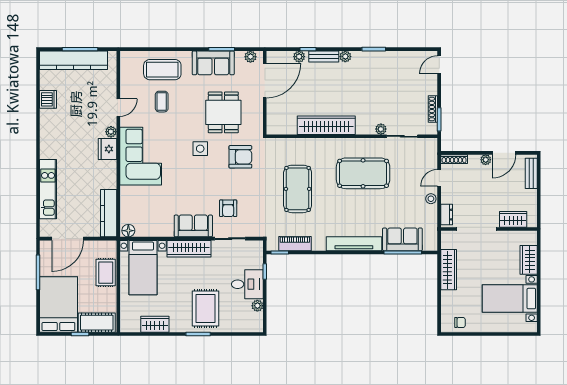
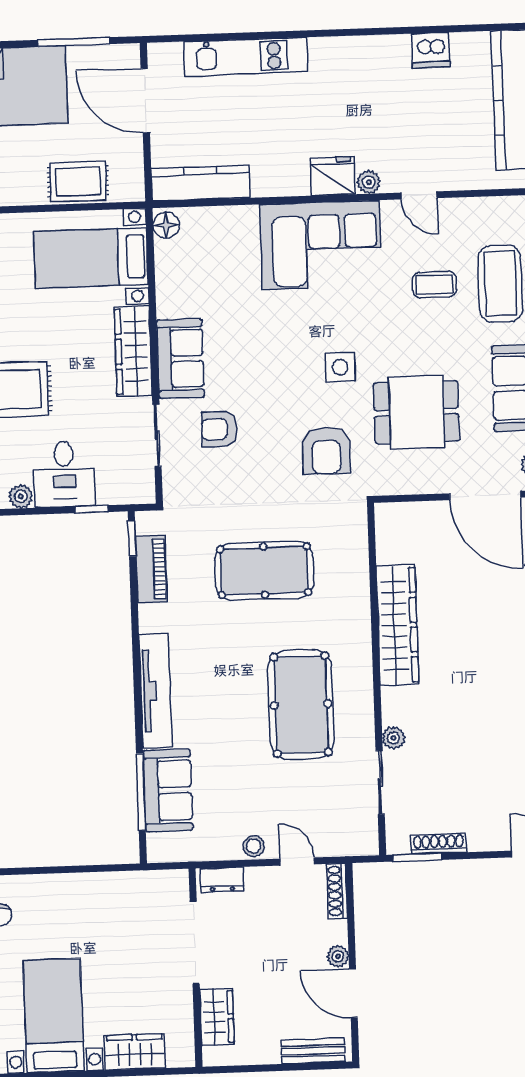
wardrobe: (449, 270) -> (109, 888), removed

